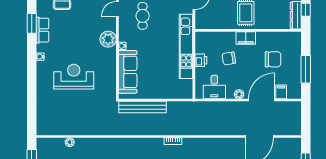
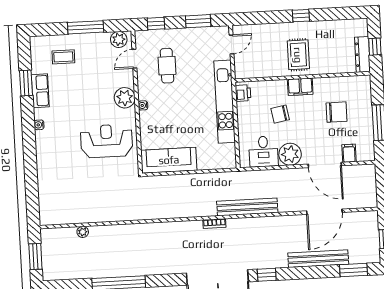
printer: (201, 60) -> (243, 93), moved
sofa: (128, 72) -> (169, 160), moved, turned -90
reception desk: (74, 77) -> (107, 141), moved
plant: (239, 94) -> (290, 154), width x1.87, depth x1.87
door: (262, 100) -> (325, 165), swing flipped
bench: (142, 107) -> (247, 207), moved

